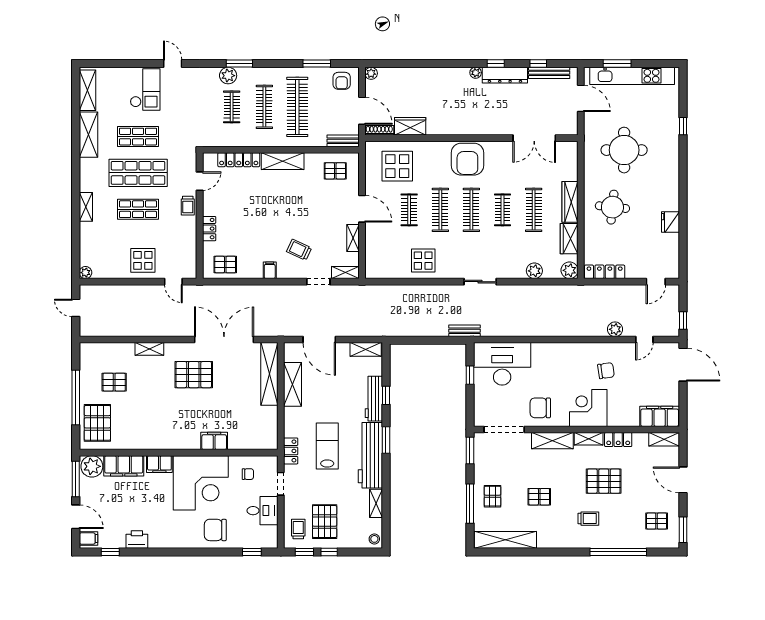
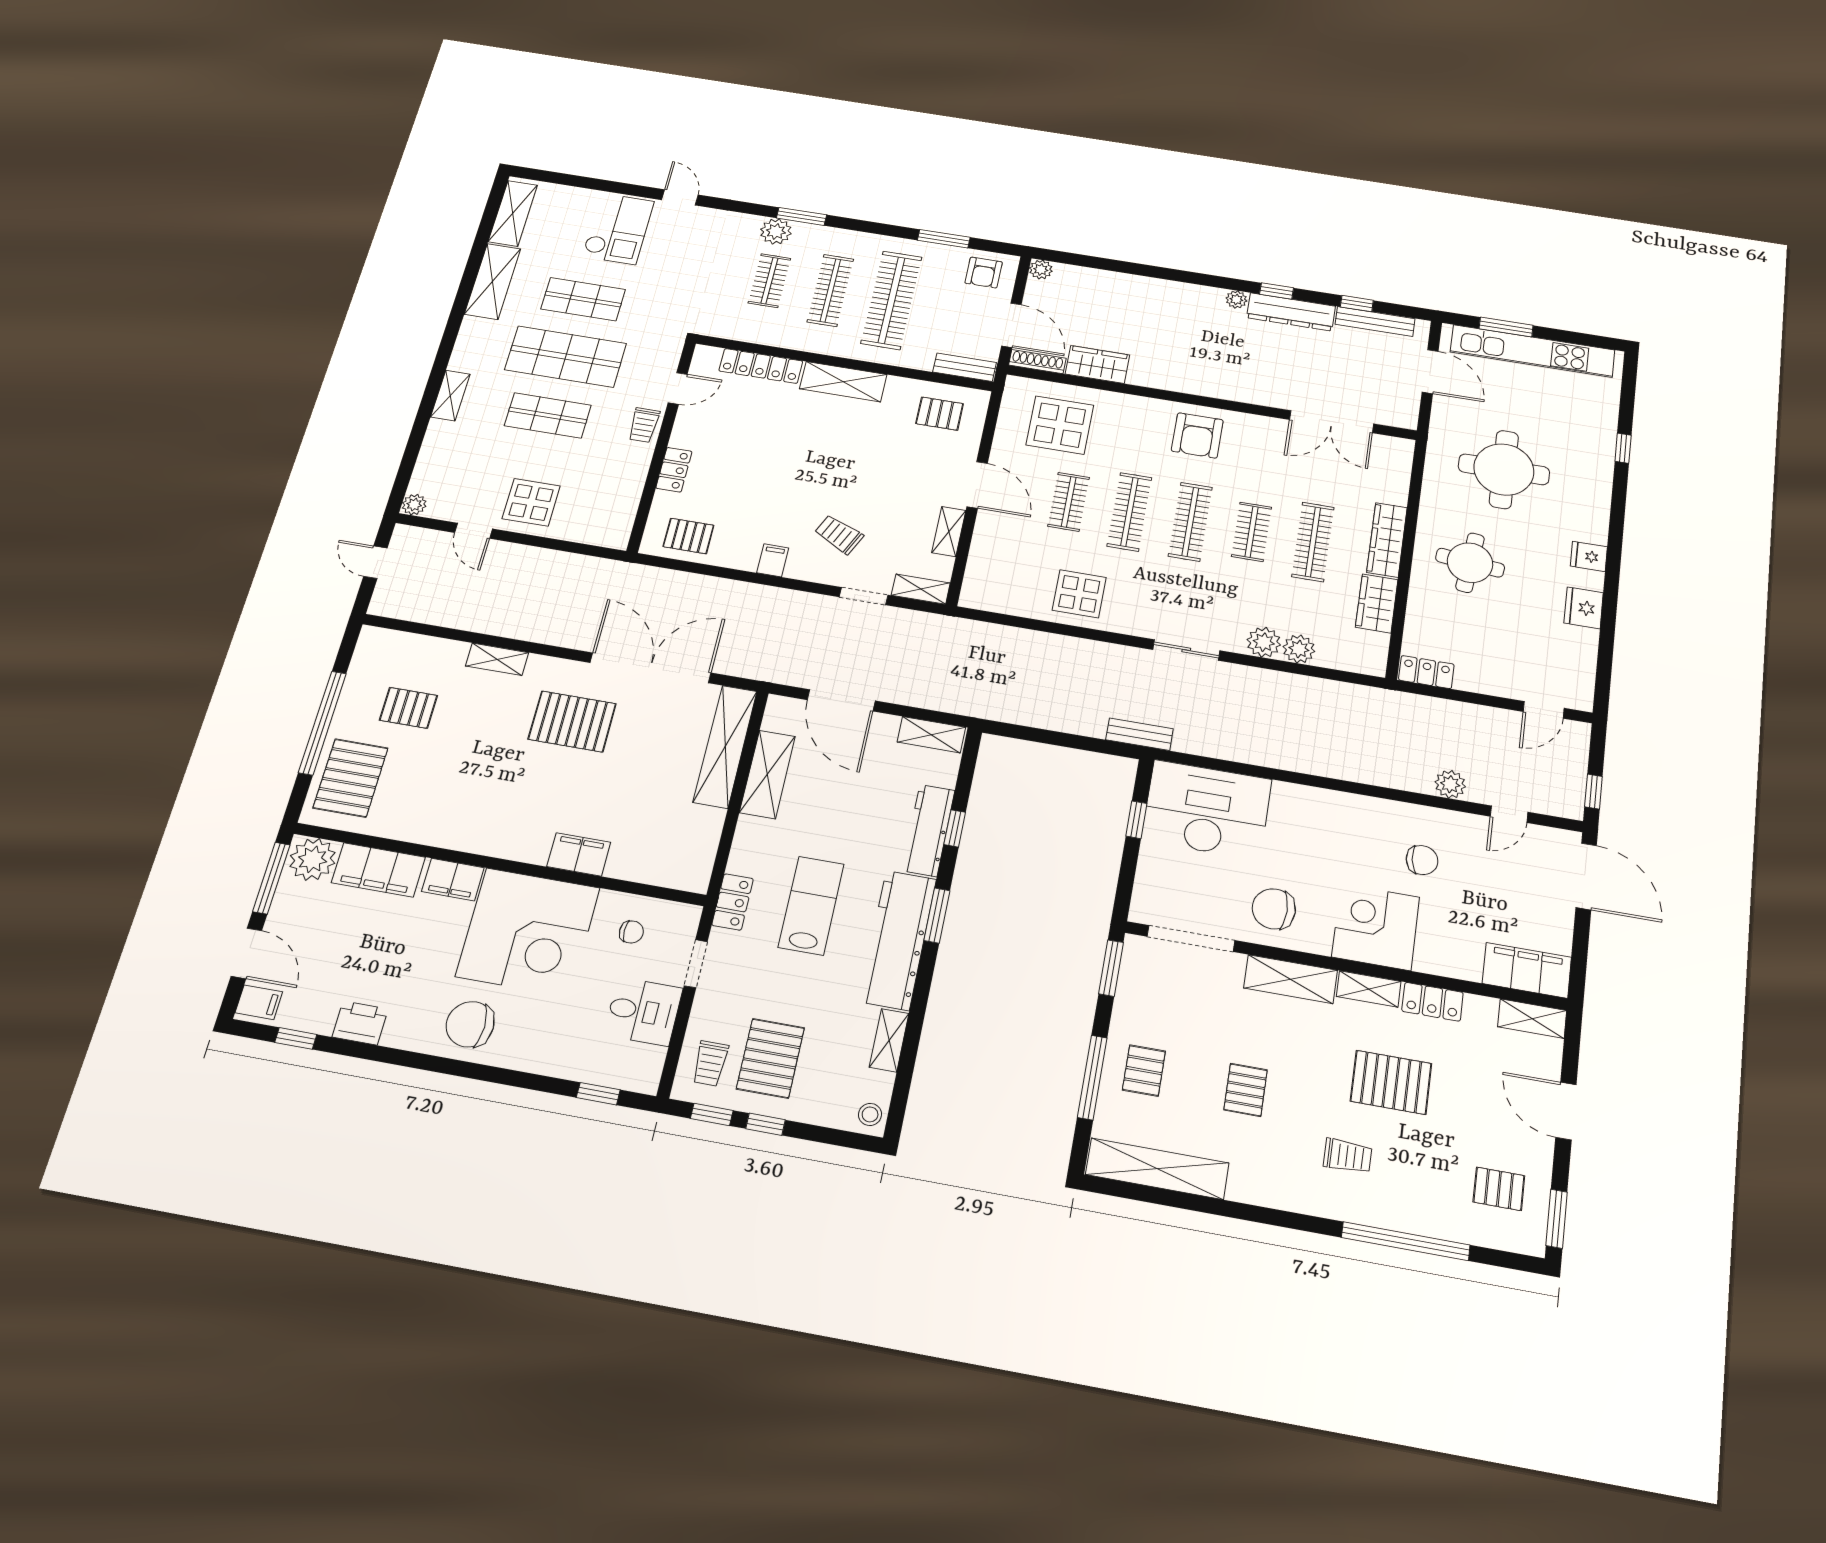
armchair: (467, 159) -> (1197, 435), width x0.73, depth x0.73
fridge: (671, 193) -> (1589, 556), added
plant: (570, 270) -> (1264, 642), moved
locker: (605, 272) -> (1426, 672), width x0.66
door: (173, 282) -> (474, 531), moved
pallet: (539, 497) -> (1246, 1090), turned 90
trolley: (298, 529) -> (710, 1063), turned 180
chair: (215, 530) -> (470, 1024), moved

